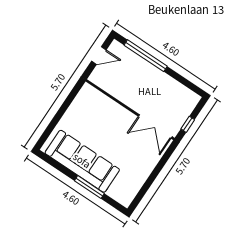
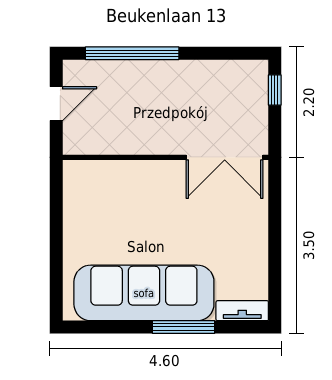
window: (188, 124) -> (275, 90), moved
tv unit: (119, 197) -> (242, 311), added

